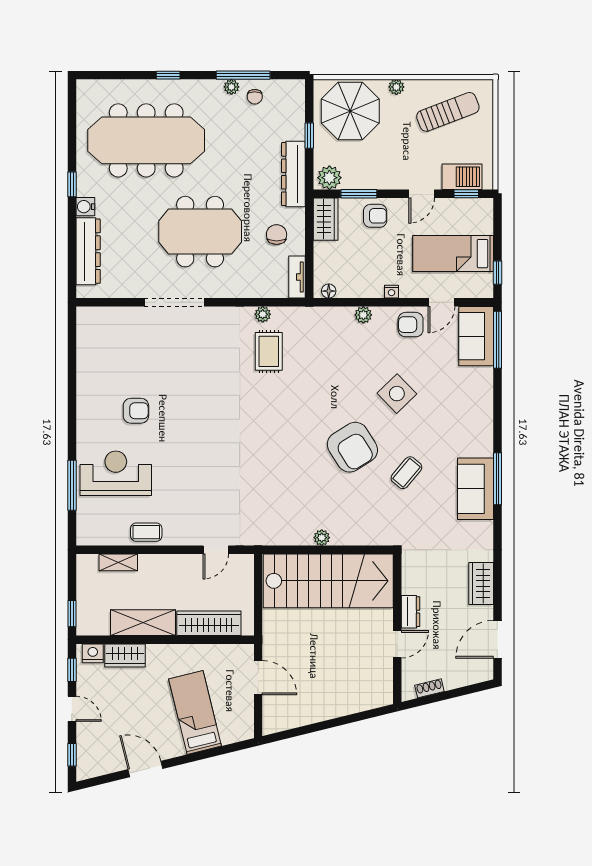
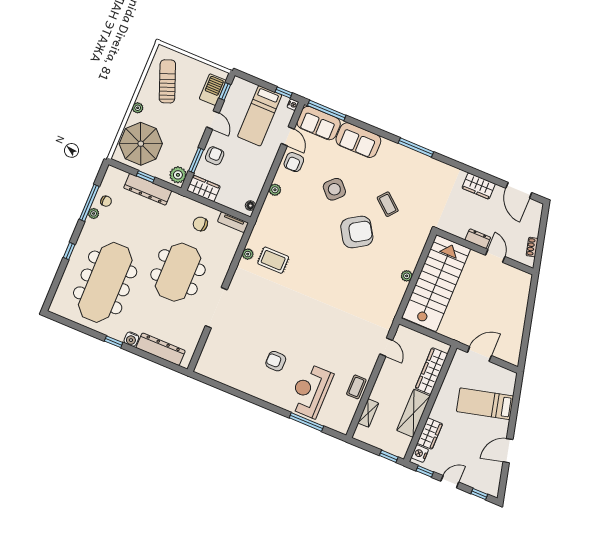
dresser: (293, 174) -> (148, 189), moved
nightstand: (391, 292) -> (293, 105), moved
armchair: (136, 411) -> (276, 361), turned -90
sofa: (475, 489) -> (358, 140), moved

